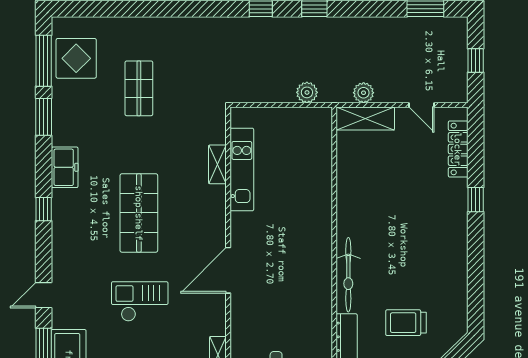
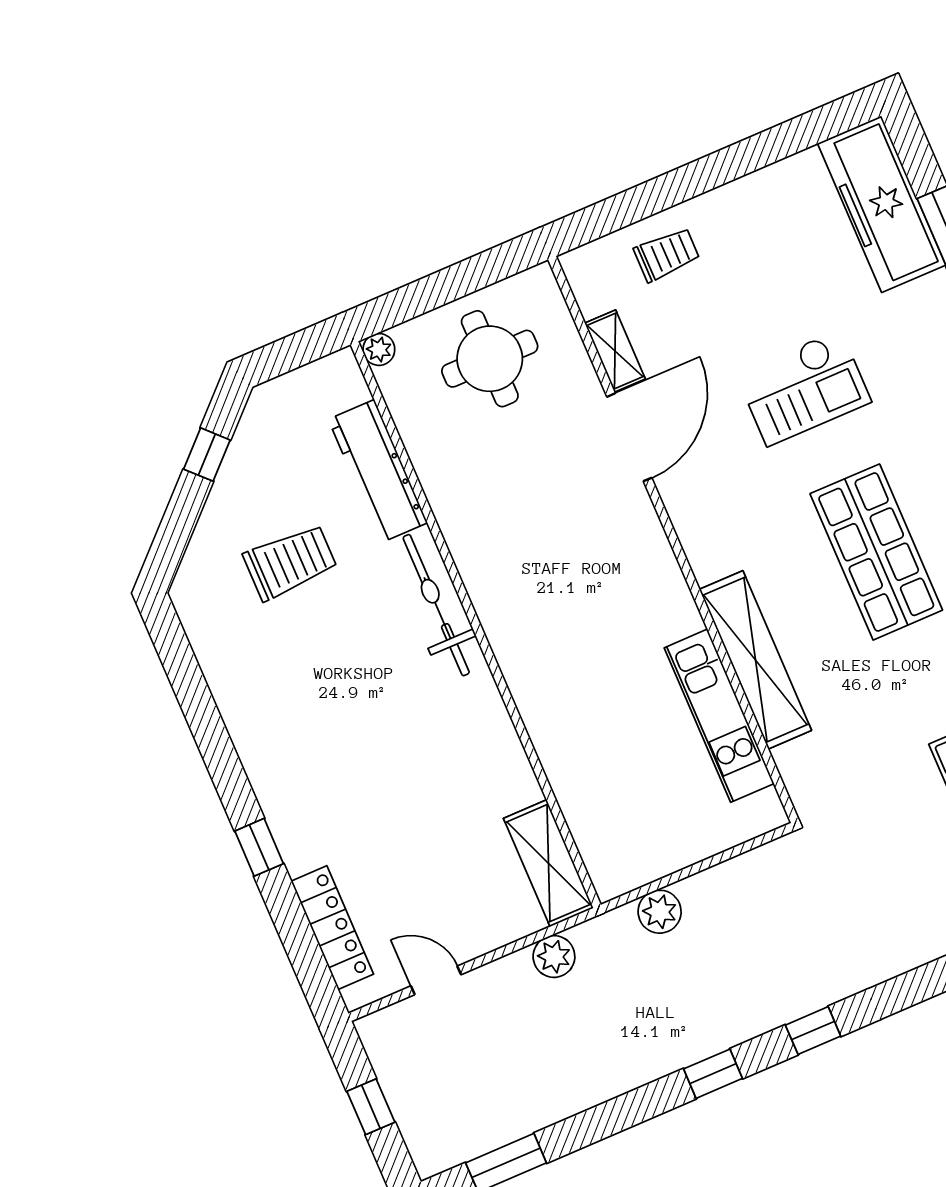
shelving: (365, 119) -> (548, 863), moved, turned 90
shelving: (217, 164) -> (755, 660), width x2.20, depth x1.33
door: (228, 270) -> (629, 437), moved

